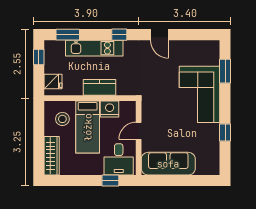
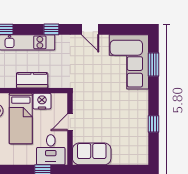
corner sofa: (200, 94) -> (129, 62), moved
sofa: (168, 164) -> (92, 154), width x0.73

